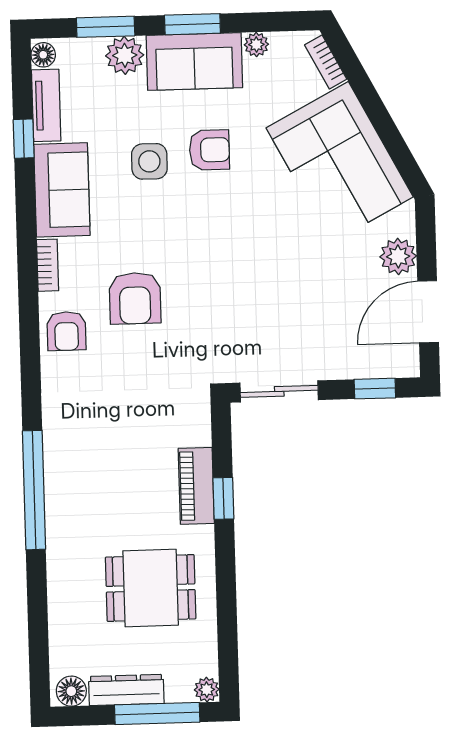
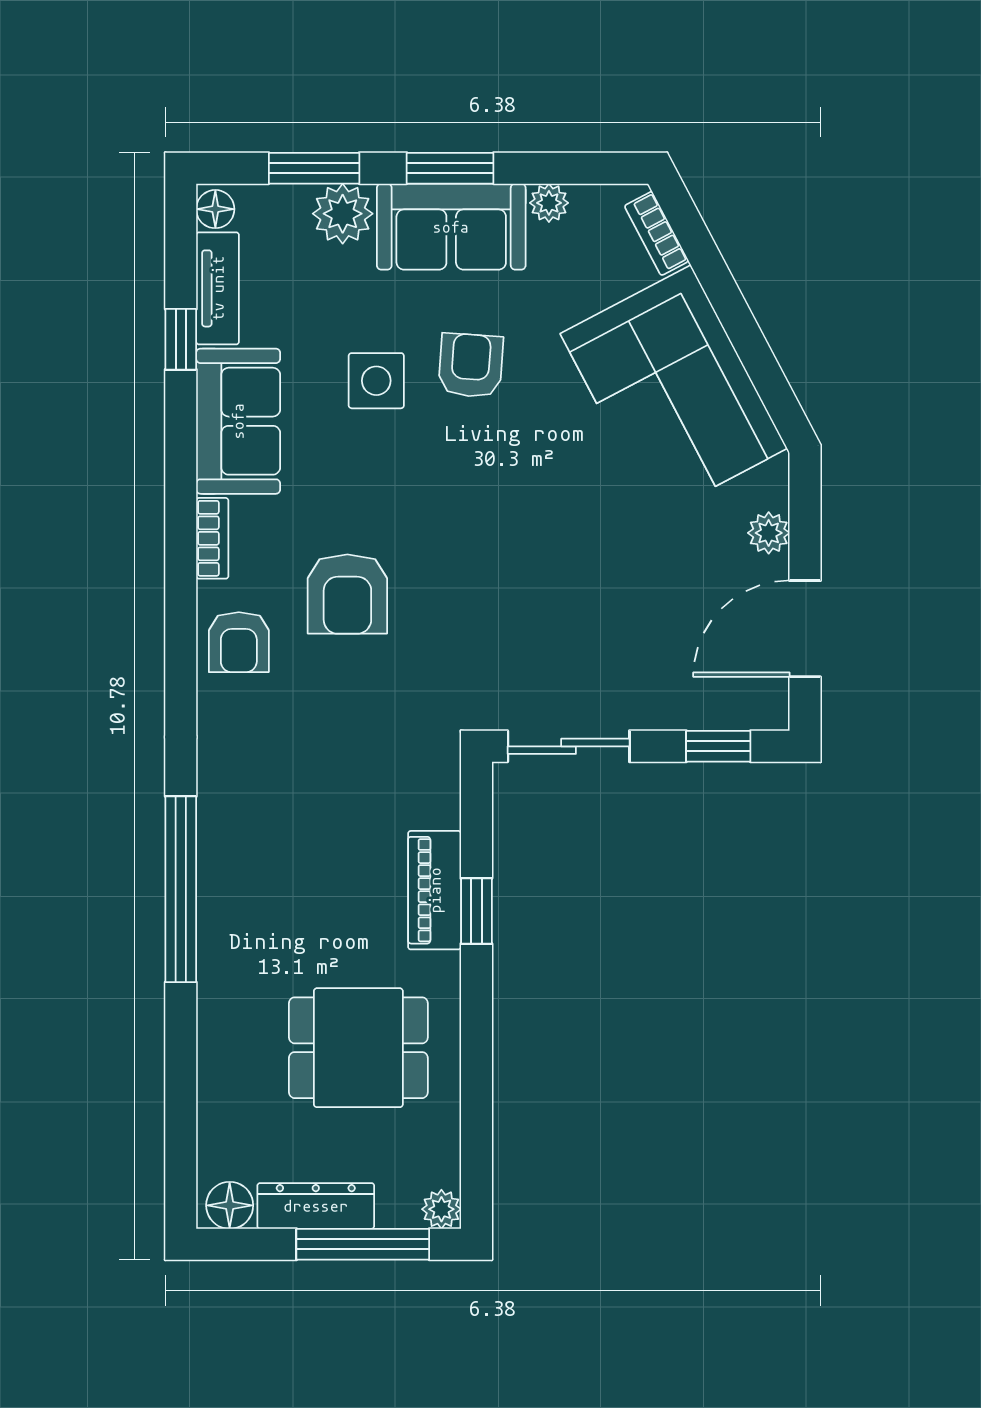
armchair: (209, 150) -> (471, 365), turned -86
plant: (398, 256) -> (769, 533), width x0.73, depth x0.73

